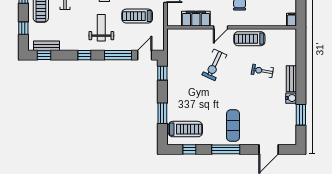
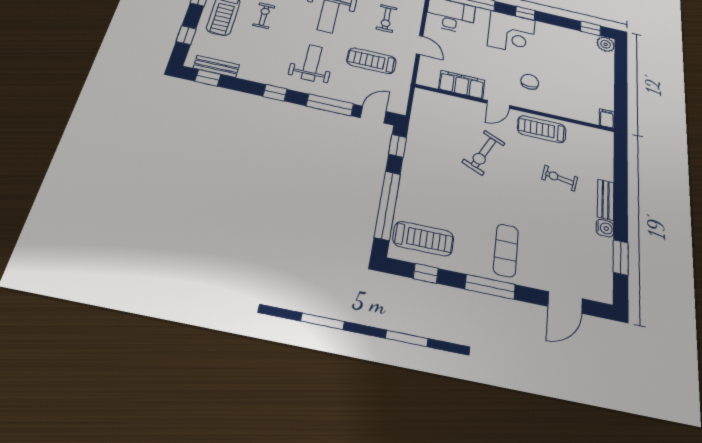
window: (162, 113) -> (387, 205), width x2.11

